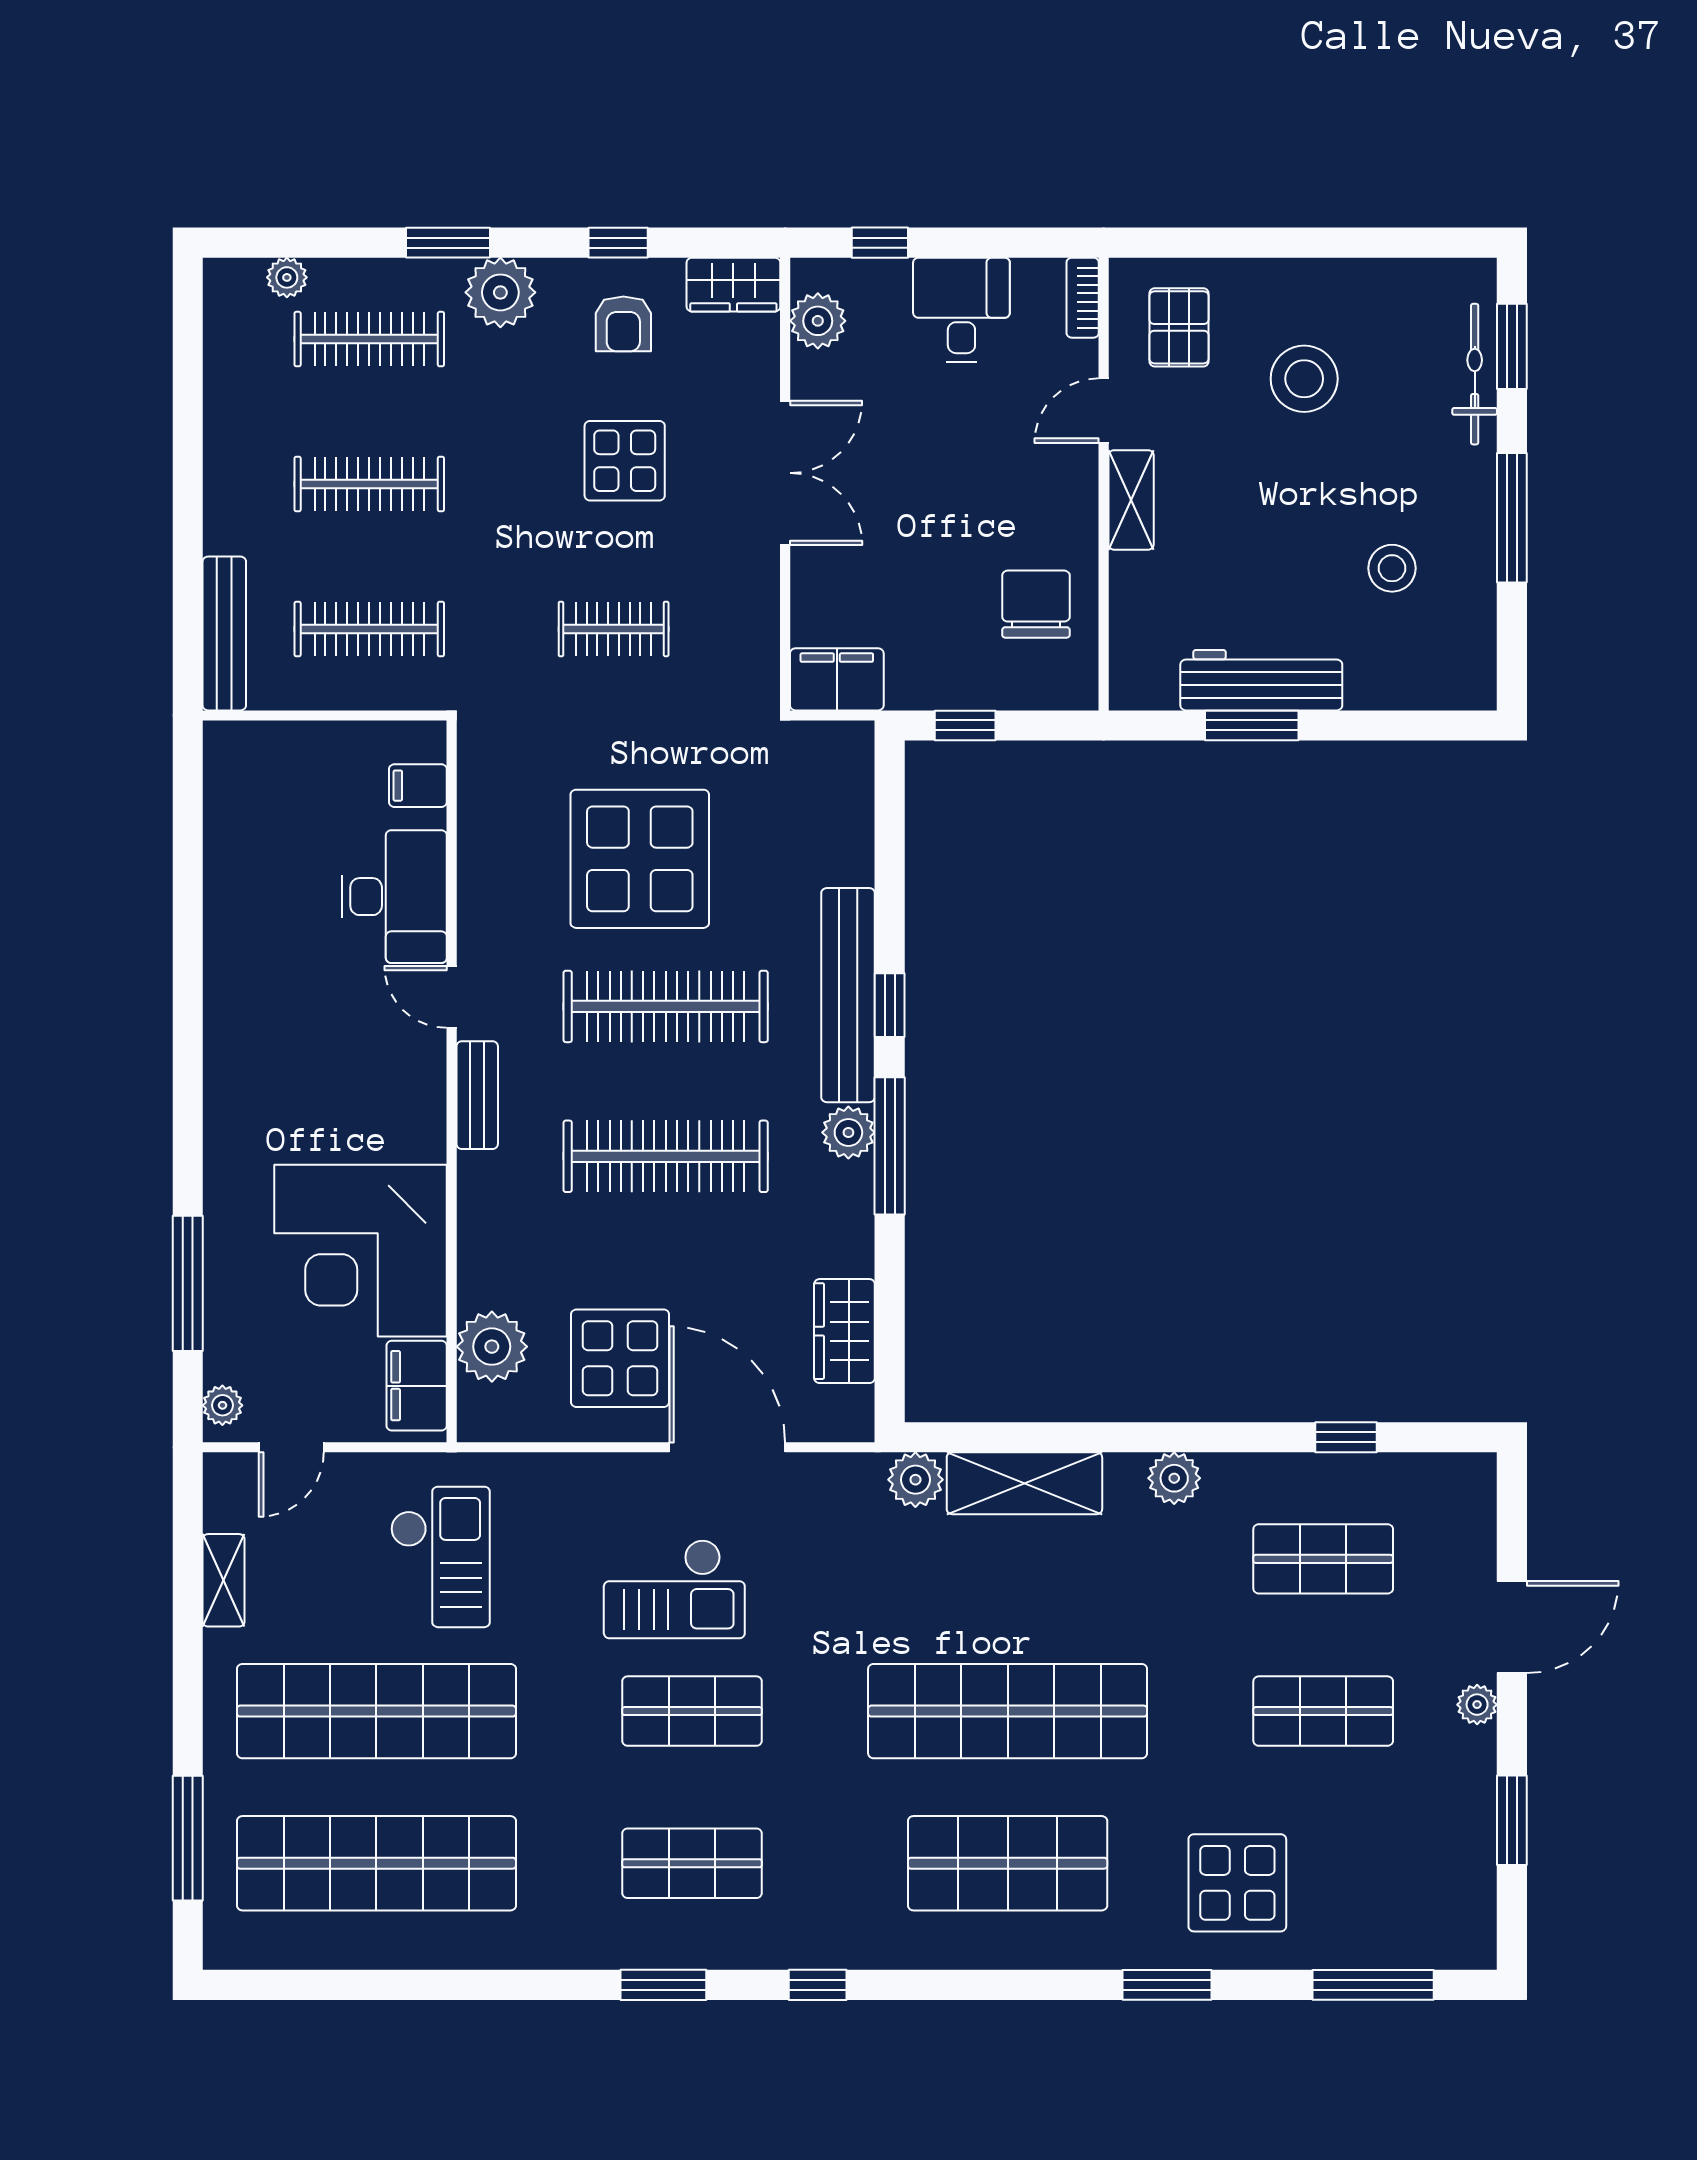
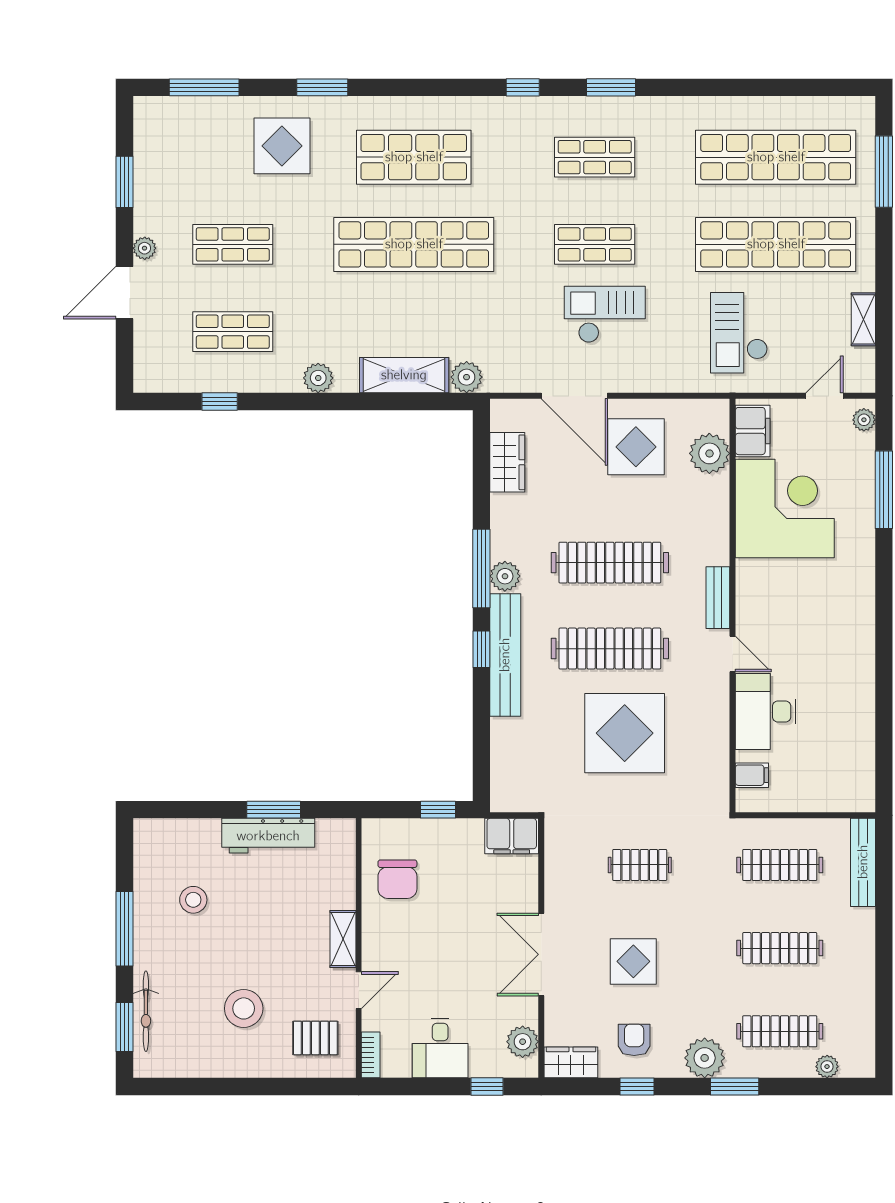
pallet: (1179, 327) -> (315, 1038), turned 90

